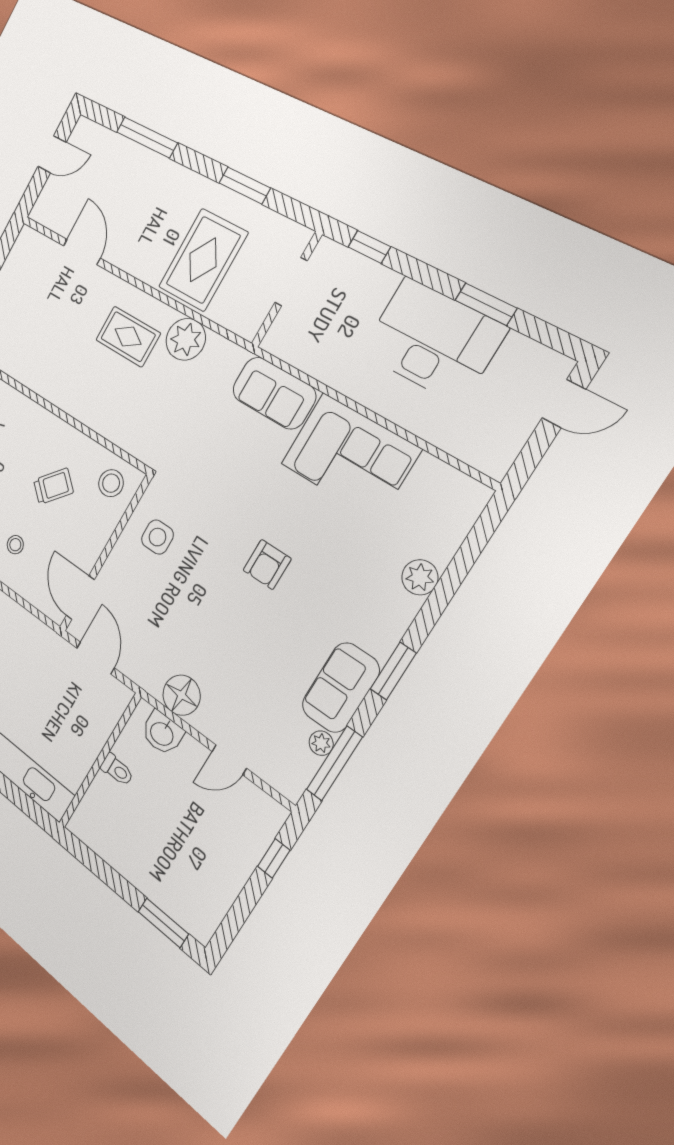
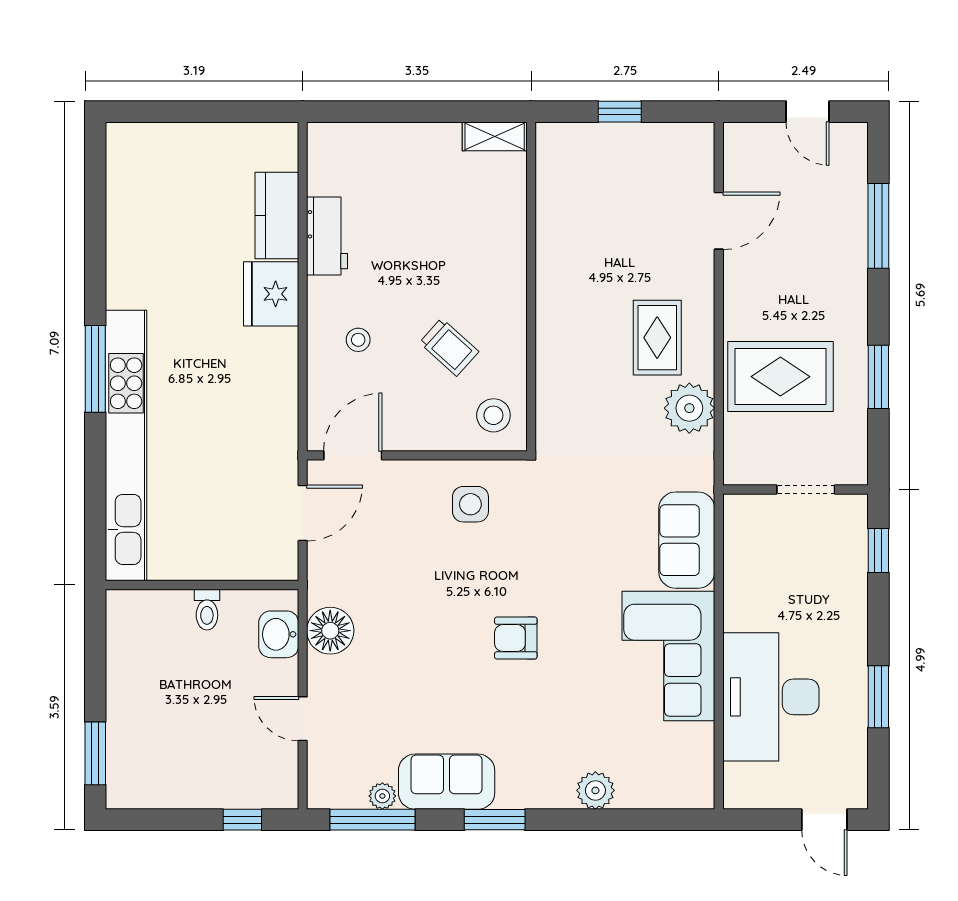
desk: (433, 341) -> (771, 697), moved, turned 180

